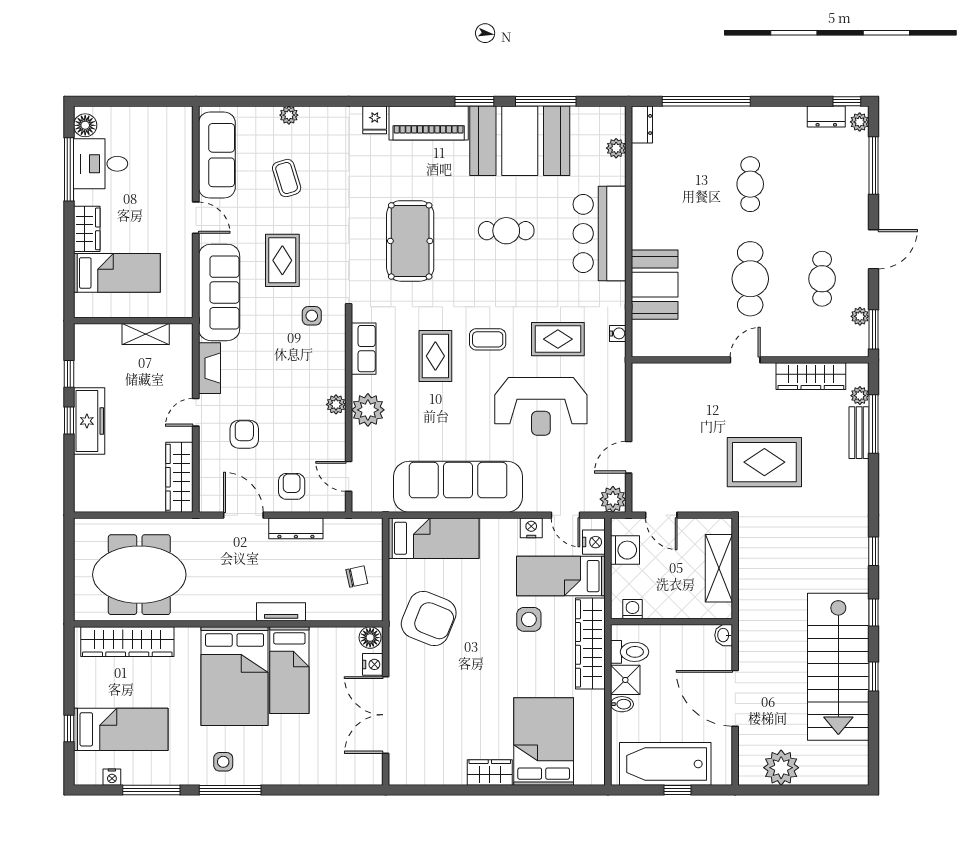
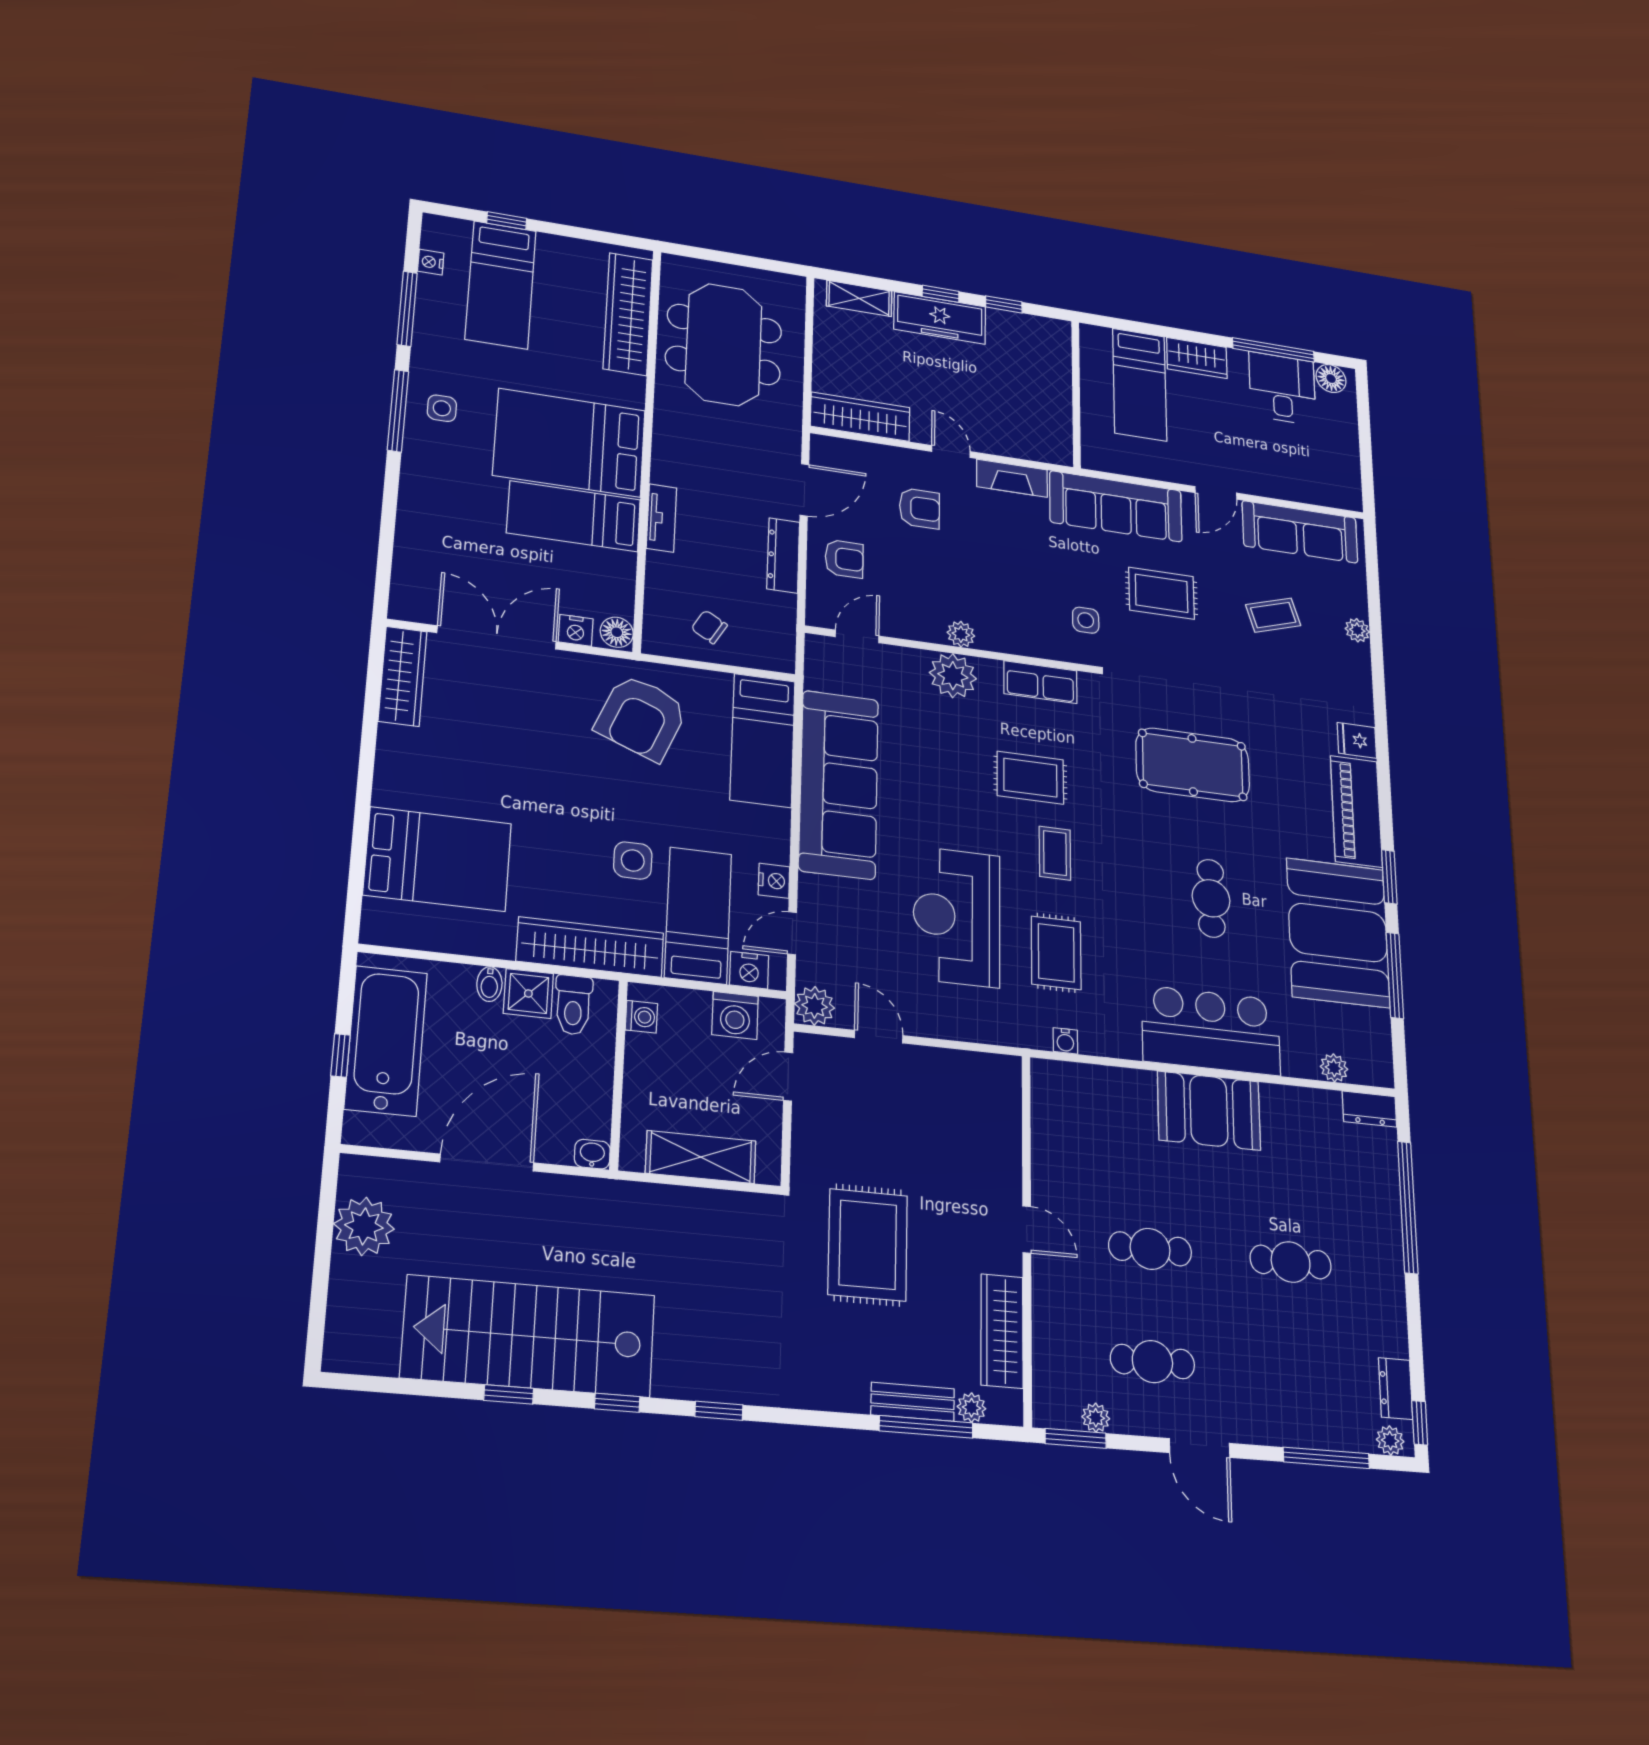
cafe table: (750, 279) -> (1150, 1249), width x0.73, depth x0.74
booth: (655, 285) -> (1209, 1111), moved
shelving: (146, 334) -> (859, 298), moved, turned 90
chair: (357, 577) -> (709, 627), turned 132
wardrobe: (490, 773) -> (403, 676), moved, width x1.50

